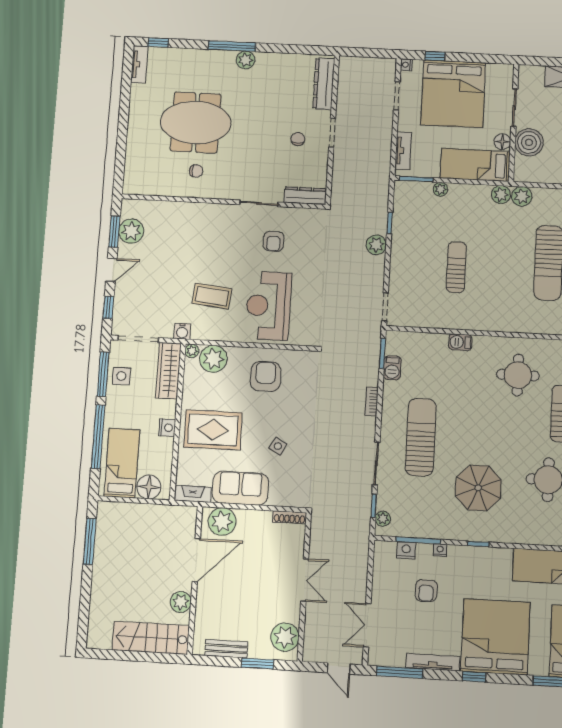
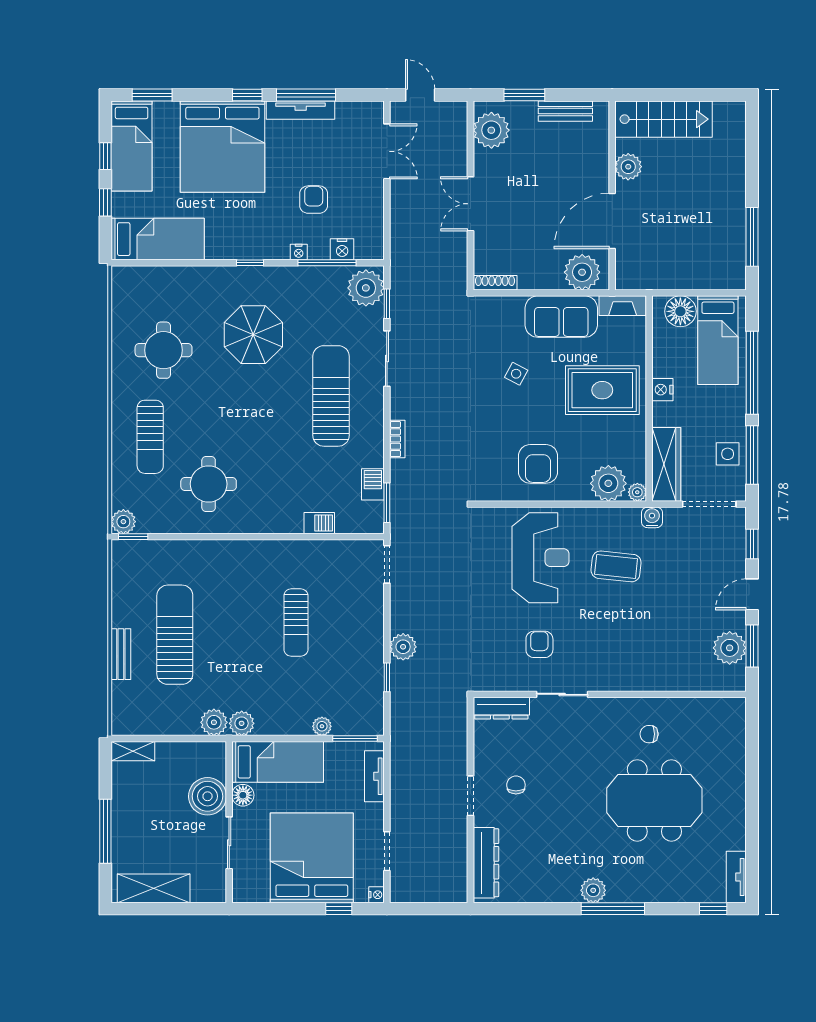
chair: (298, 139) -> (516, 785), turned 180
barbecue: (460, 342) -> (319, 523), moved
sun lounger: (421, 437) -> (331, 396), turned 180
plant: (383, 519) -> (366, 288), width x1.88, depth x1.88
window: (400, 672) -> (306, 95), moved

